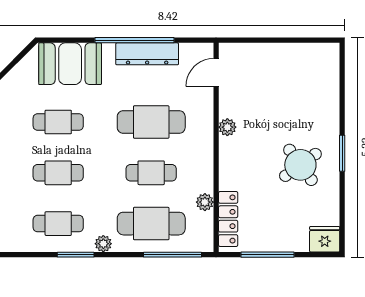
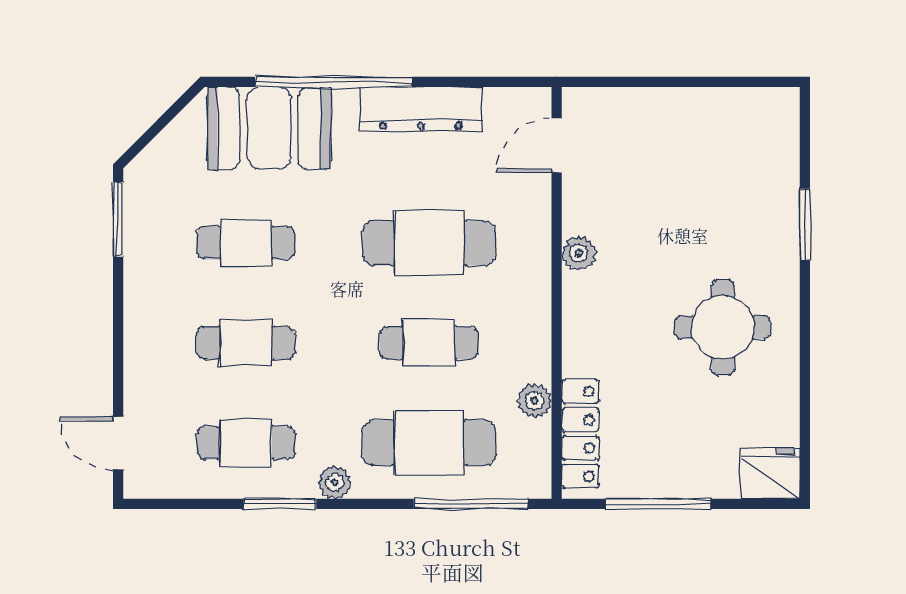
window: (134, 40) -> (334, 82), moved
window: (342, 153) -> (805, 224), moved
round table: (300, 165) -> (723, 327), turned 36

